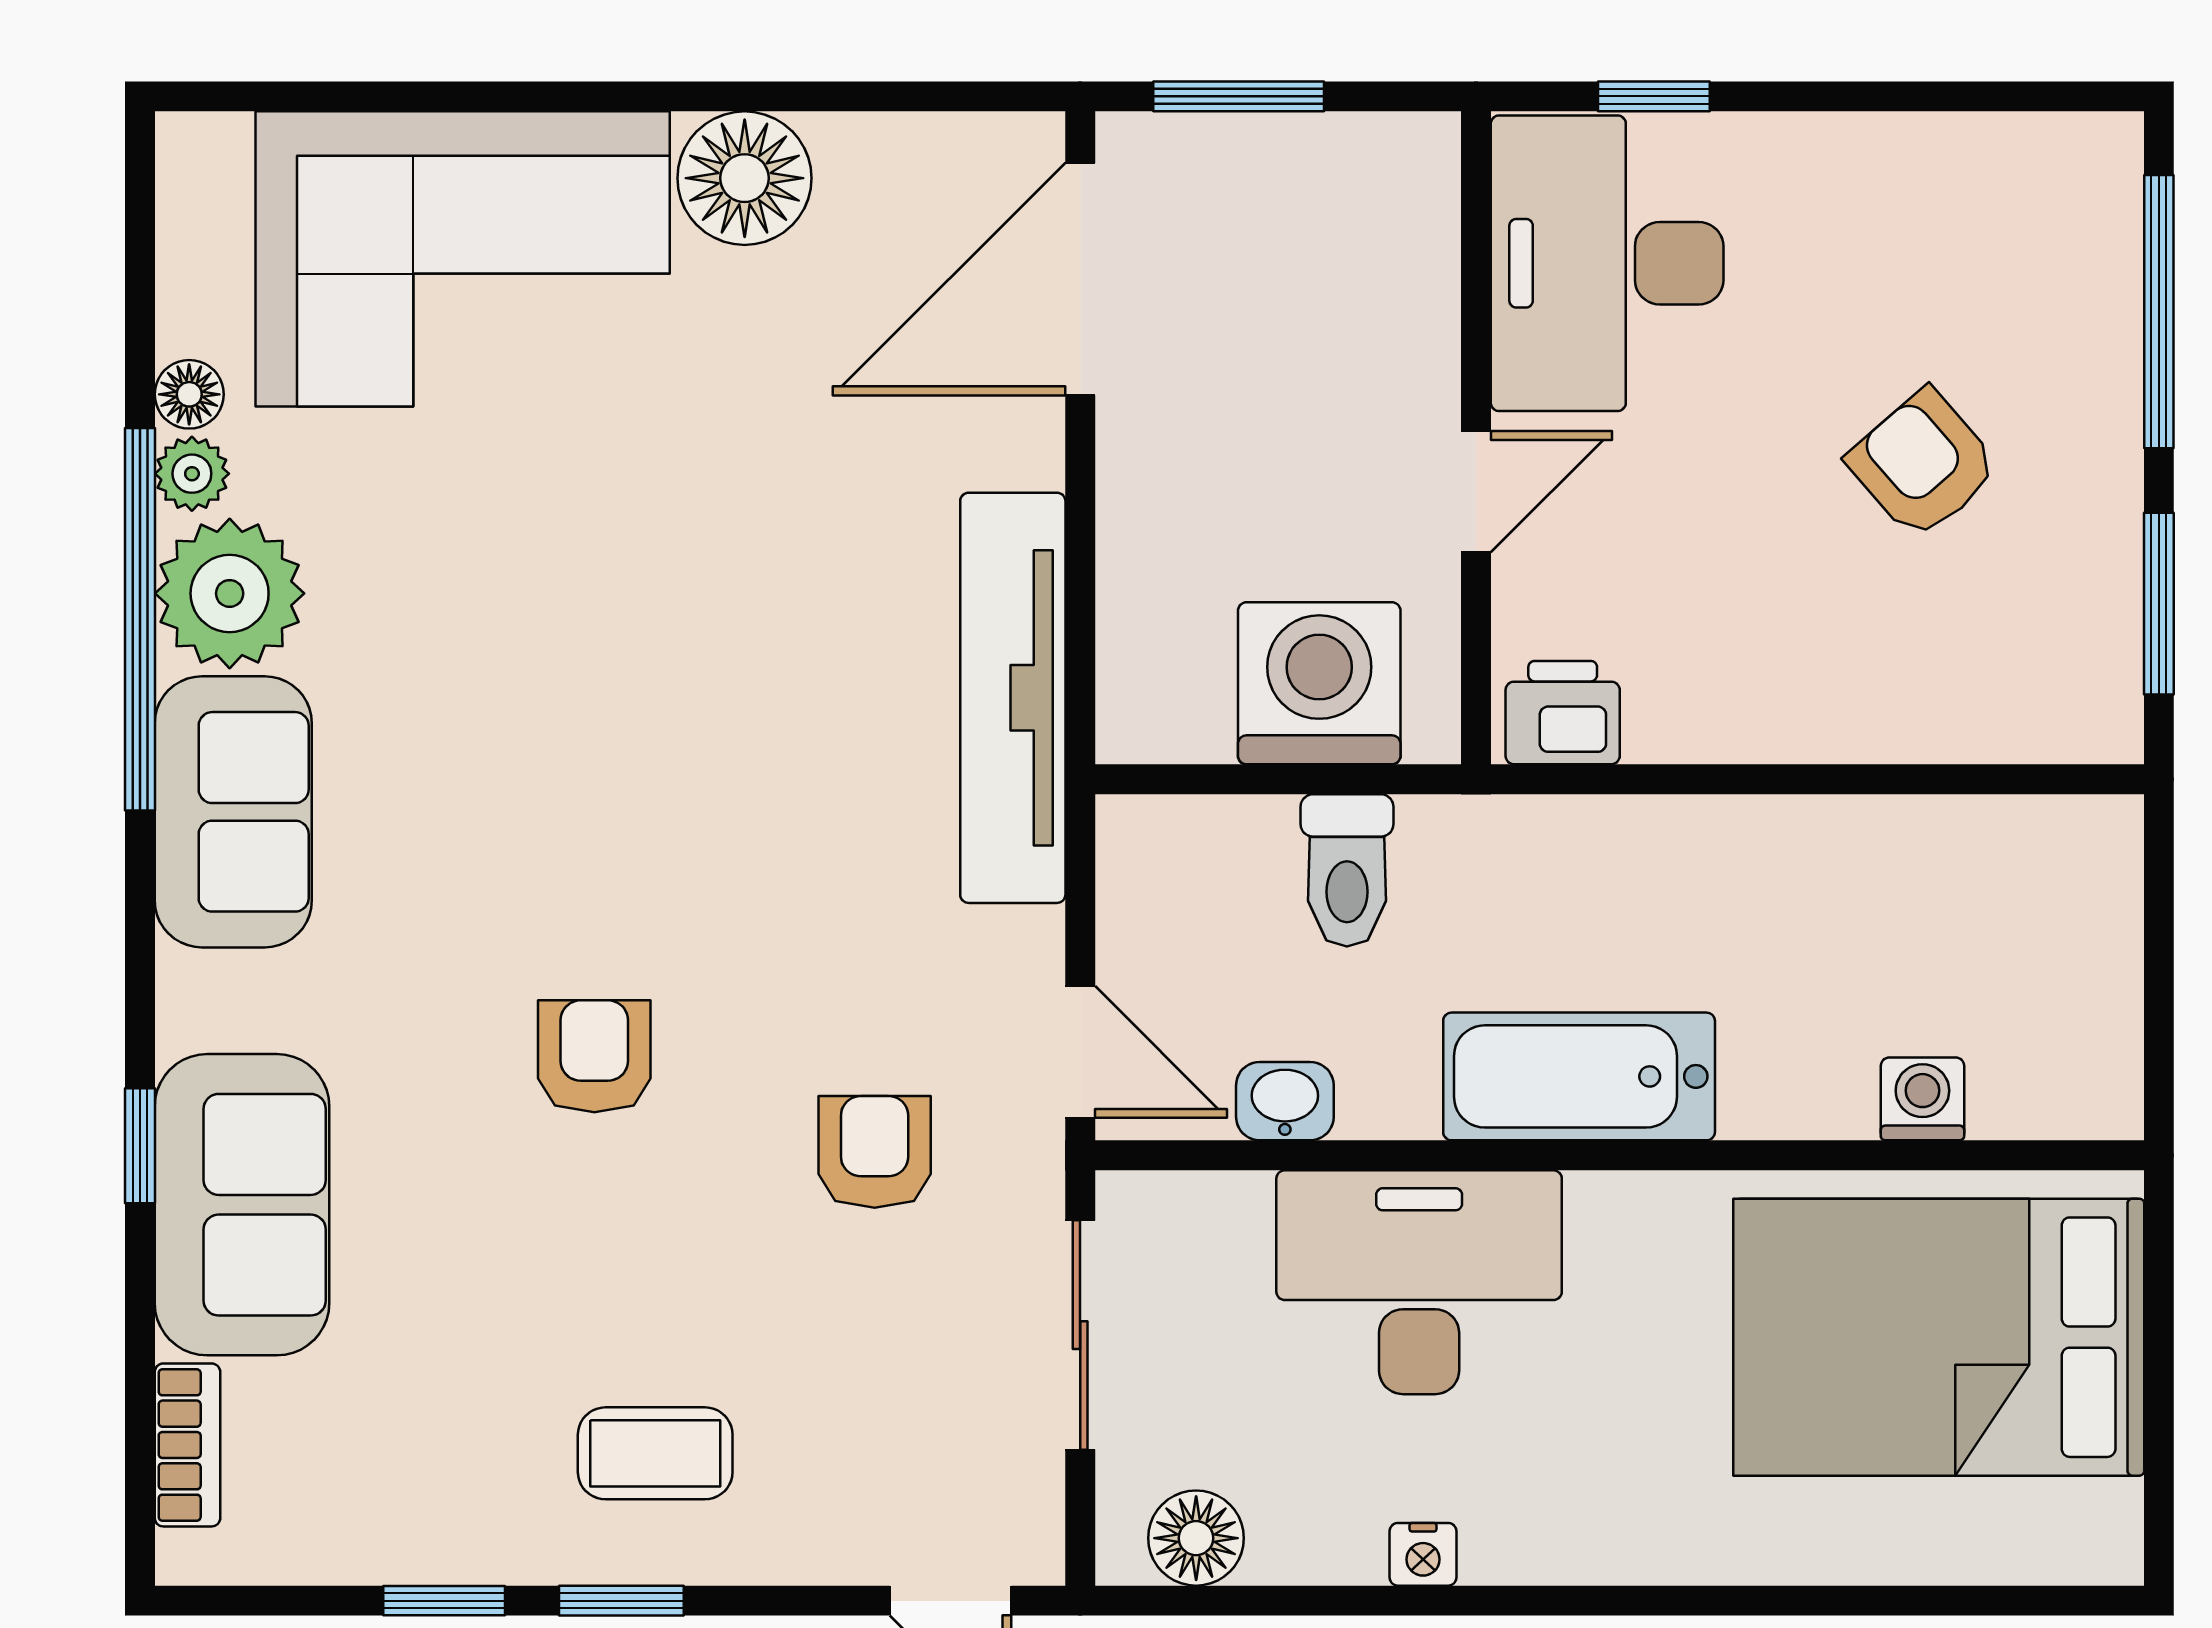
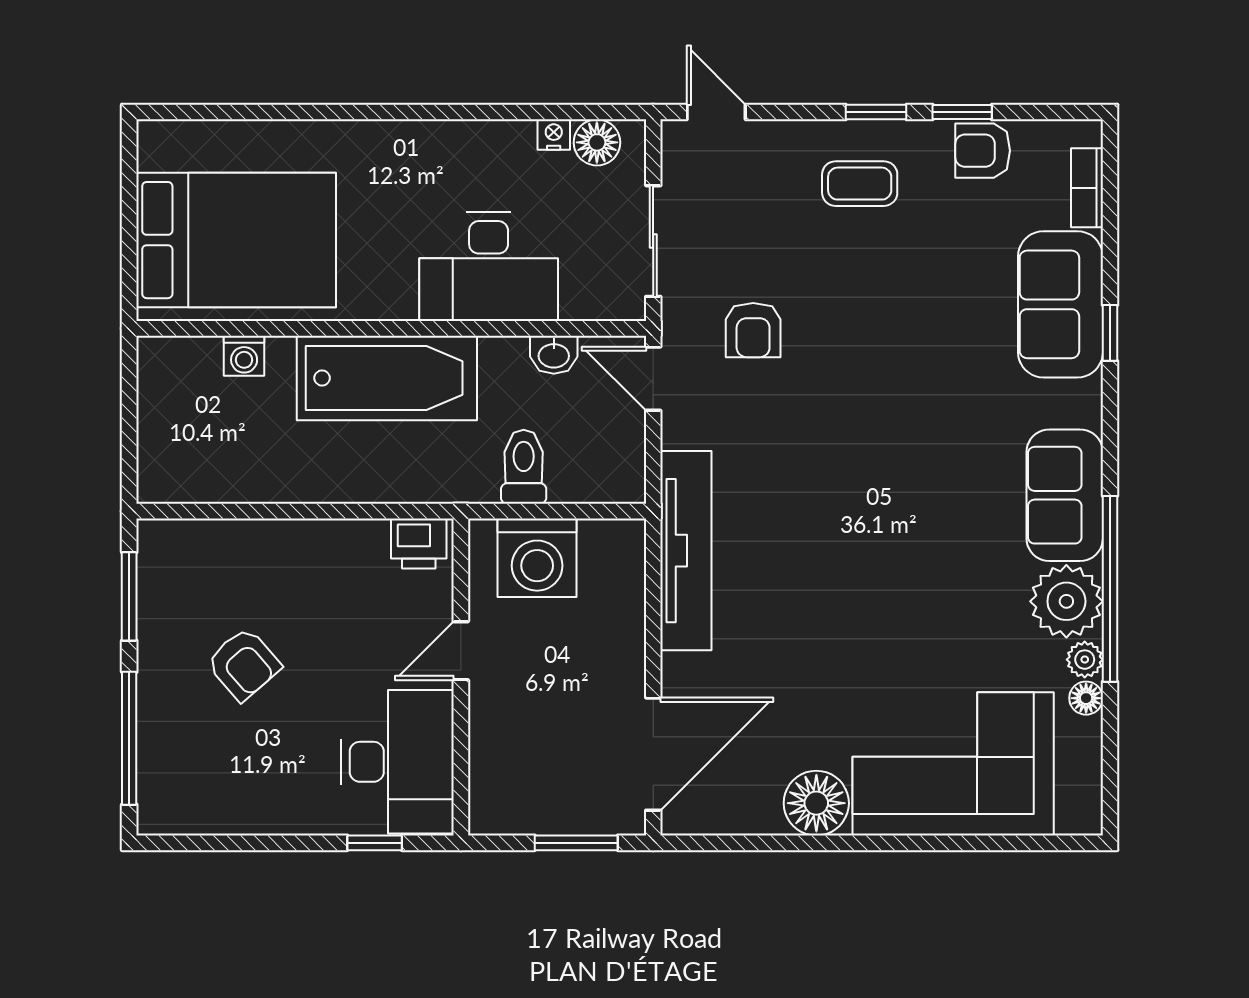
armchair: (594, 1056) -> (983, 151), moved, turned 90
bathtub: (1579, 1076) -> (387, 378), width x1.36, depth x1.36
nightstand: (1423, 1554) -> (554, 135), moved

